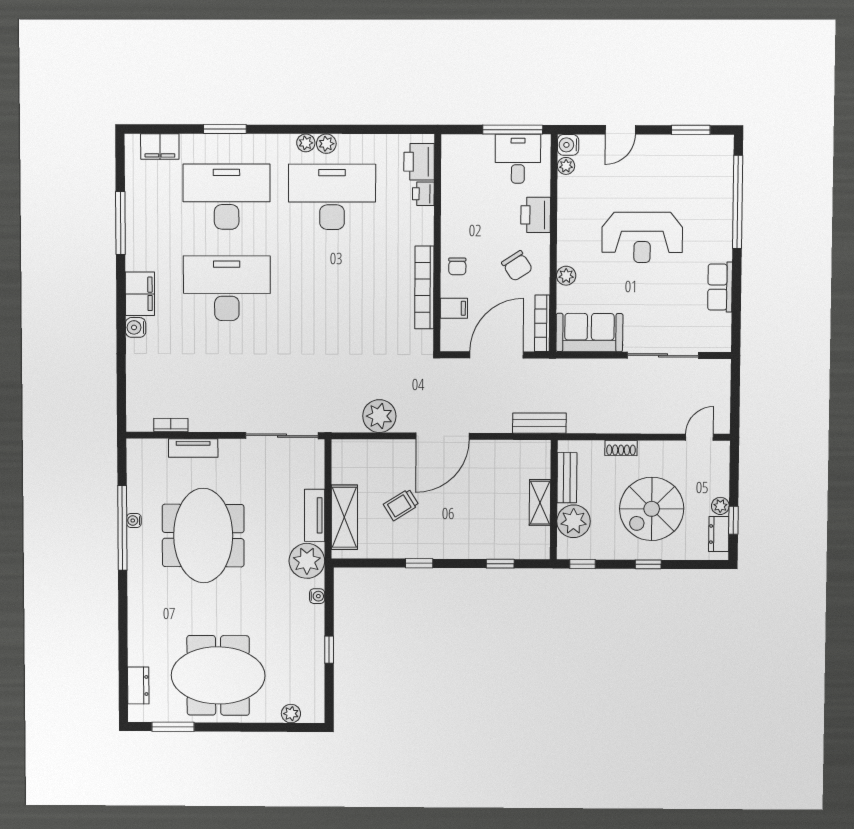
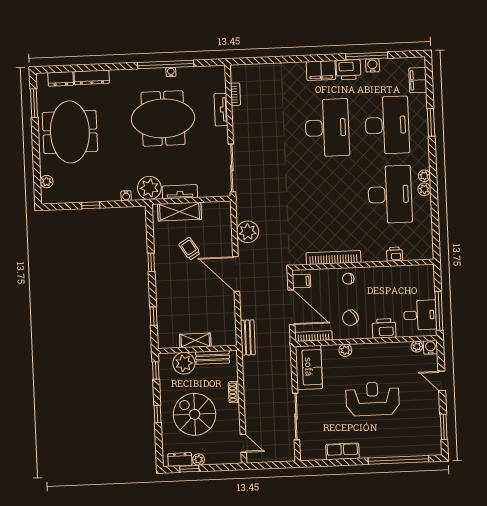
printer: (419, 162) -> (348, 70), moved, turned 180
reception desk: (642, 237) -> (373, 399), turned 90
filing cabinet: (454, 308) -> (301, 281), moved, turned -90
water cooler: (136, 327) -> (372, 65), moved
dresser: (138, 639) -> (92, 77), added

